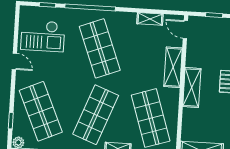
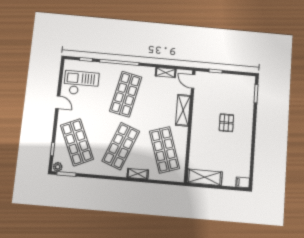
checkout: (43, 36) -> (81, 83), turned 180
shop shelf: (100, 48) -> (126, 94), turned 33
shelving: (192, 88) -> (198, 127), removed

